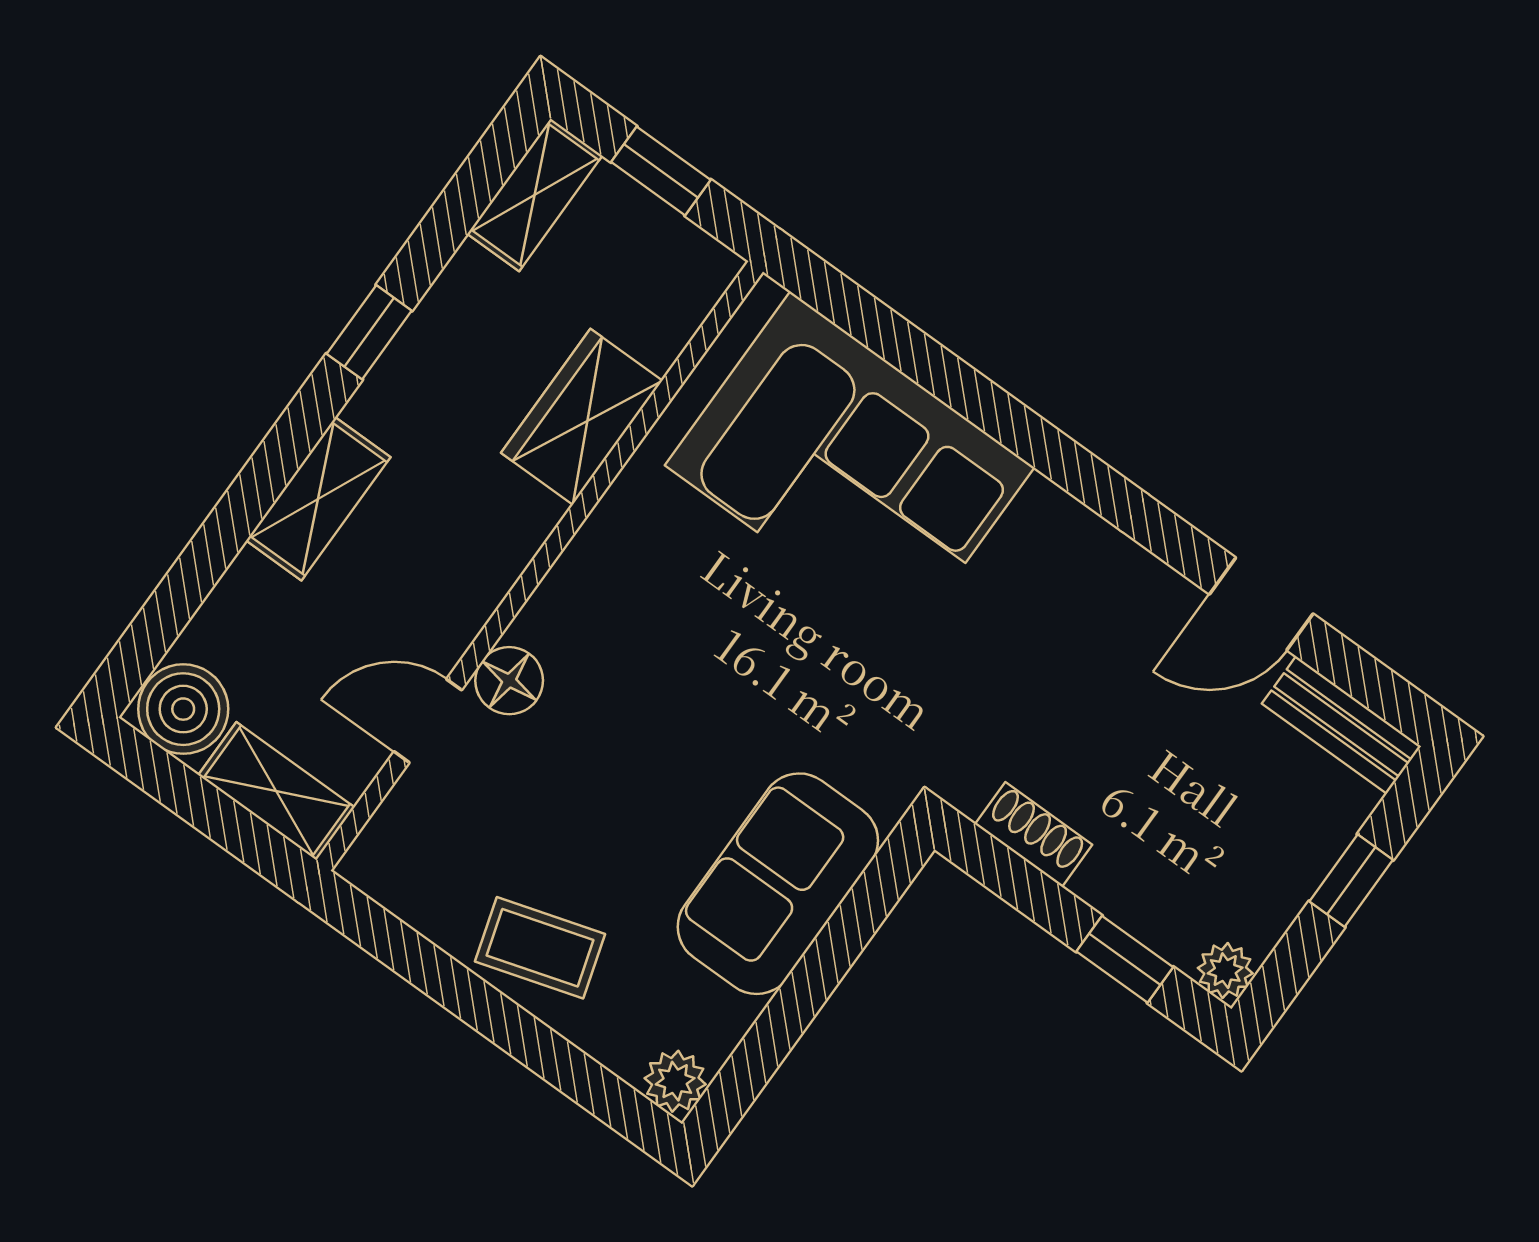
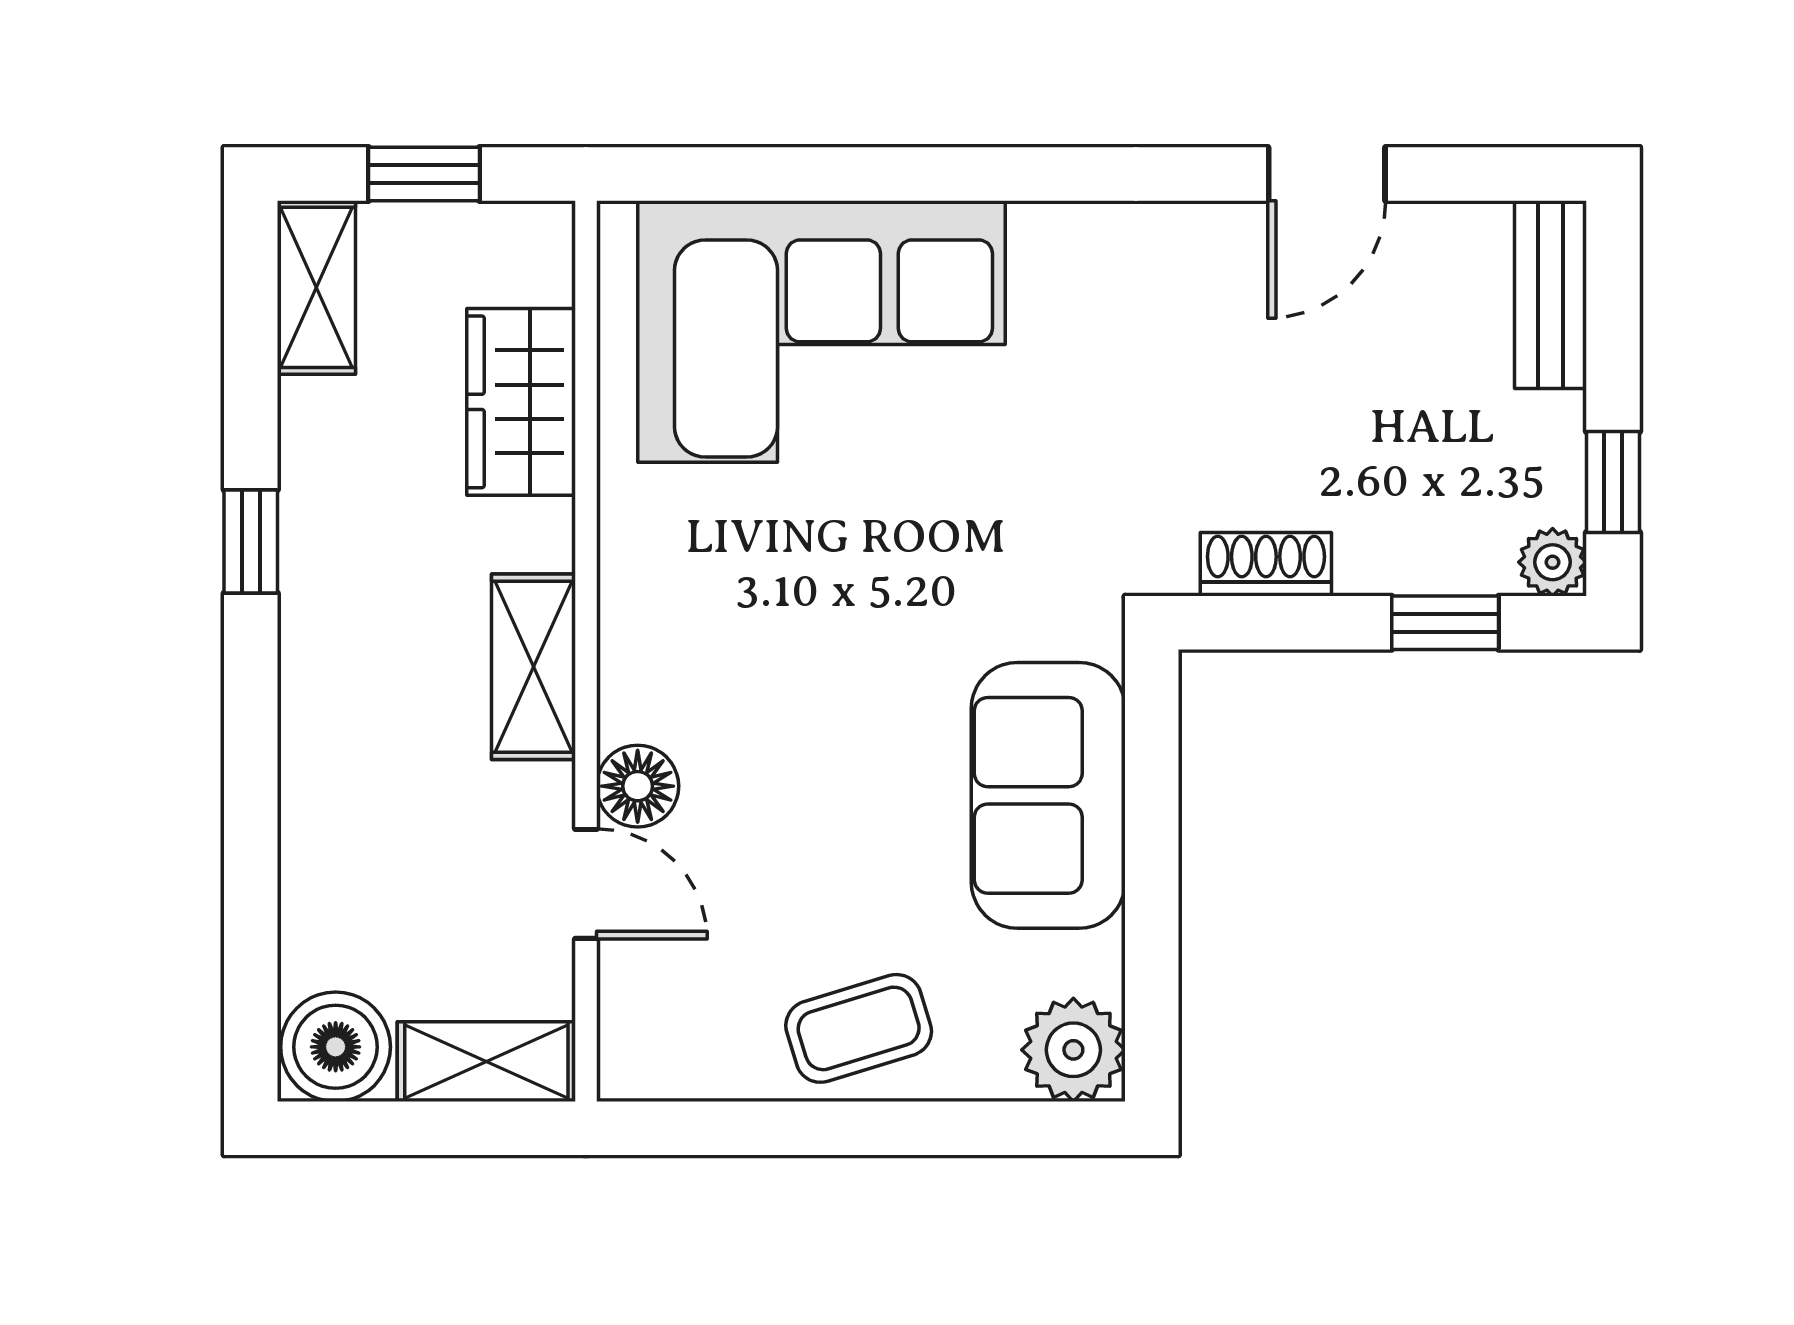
wardrobe: (582, 417) -> (521, 402), moved
shelving: (318, 499) -> (534, 667), moved
door: (428, 721) -> (586, 884), swing flipped
bench: (1341, 725) -> (1550, 295), moved, turned 90
window: (1351, 881) -> (1613, 482), moved
plant: (675, 1081) -> (1073, 1050), width x1.38, depth x1.38

